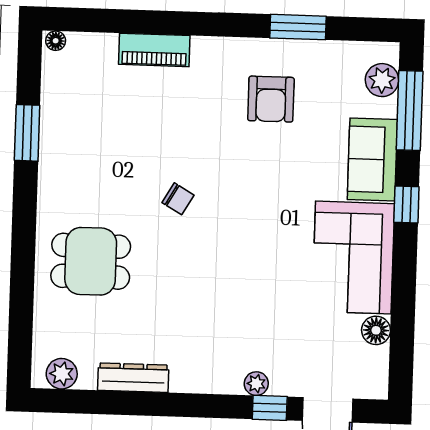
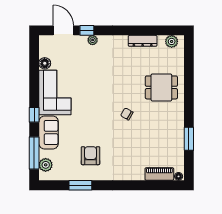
piano: (154, 50) -> (159, 174), moved

